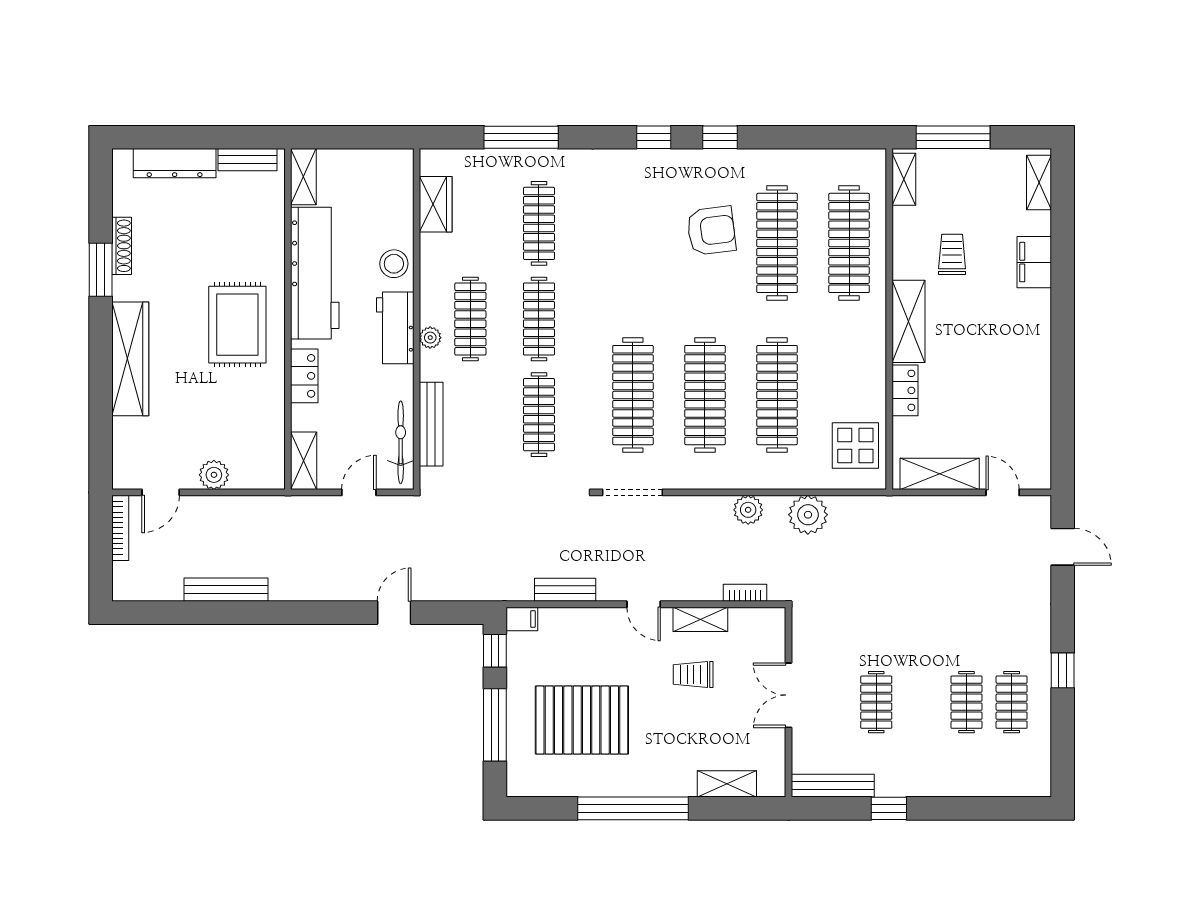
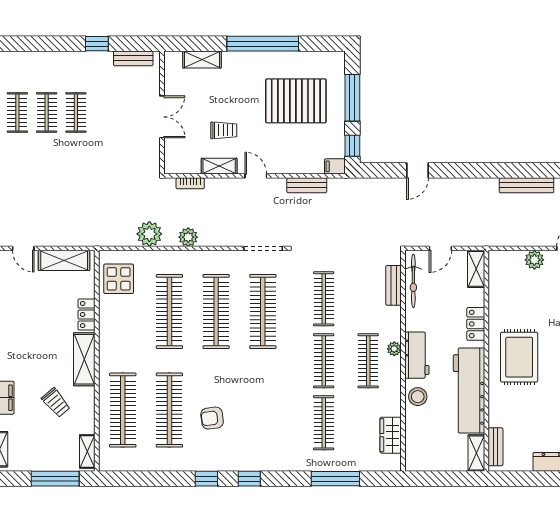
bench: (248, 160) -> (495, 447), moved, turned 90
armchair: (711, 231) -> (212, 418), width x0.72, depth x0.72
trolley: (952, 254) -> (56, 403), turned -40
bench: (431, 424) -> (394, 285), width x0.73
clothes rail: (876, 702) -> (76, 112), moved
bench: (833, 786) -> (133, 58), width x0.73

